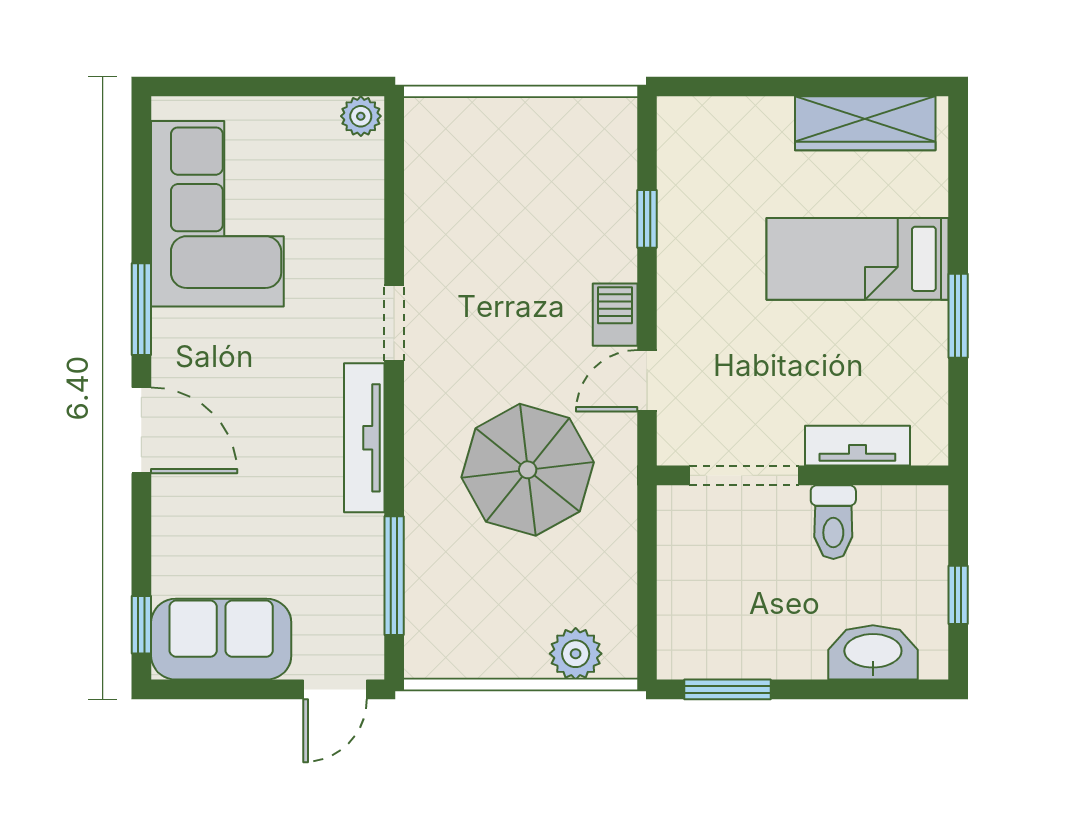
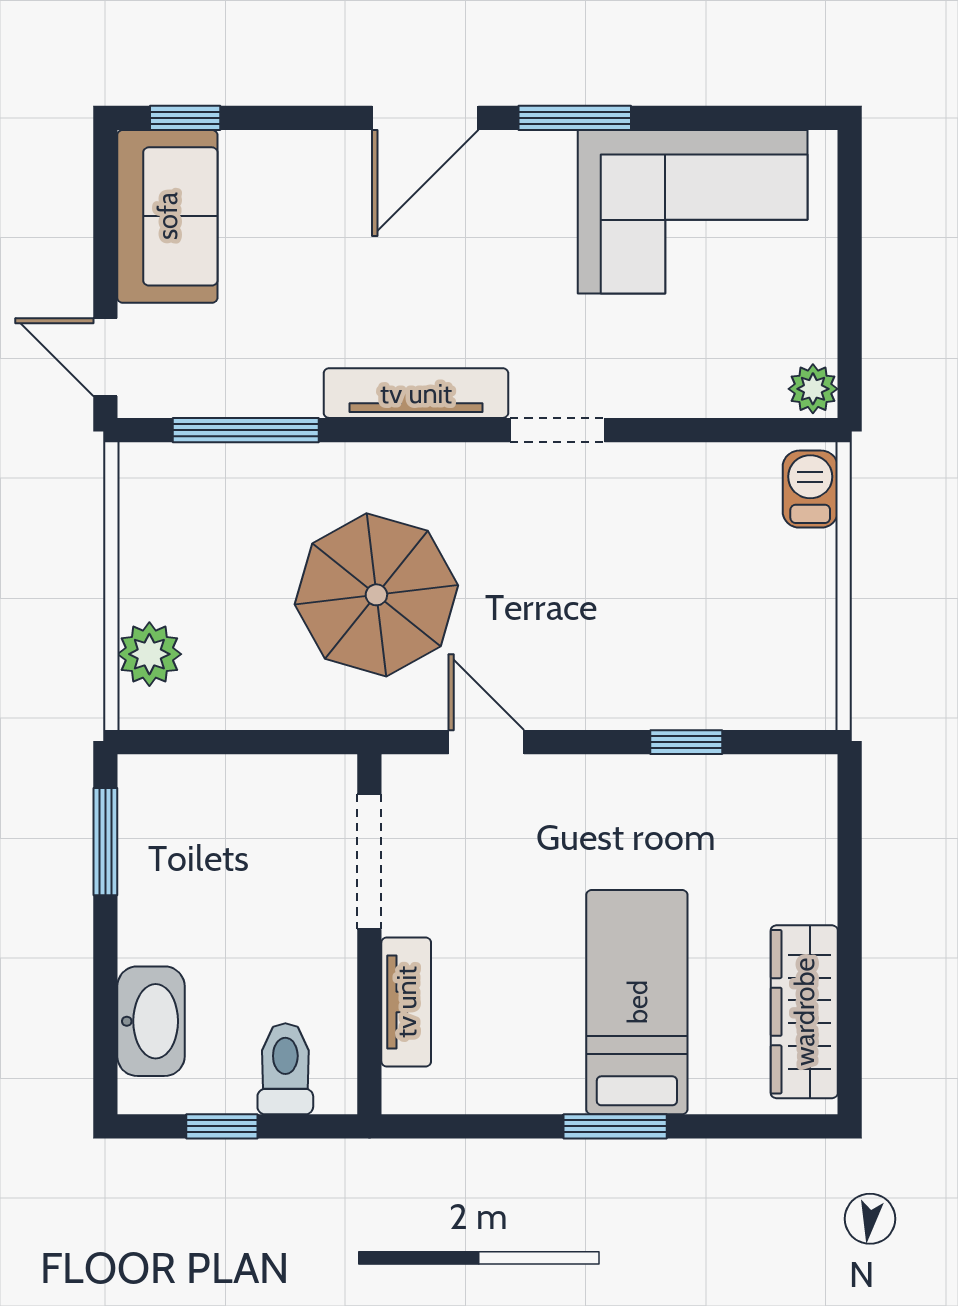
barbecue: (615, 315) -> (810, 489), moved, turned -90
window: (958, 316) -> (615, 1126), moved
toilet: (833, 522) -> (285, 1069), moved, turned 90

